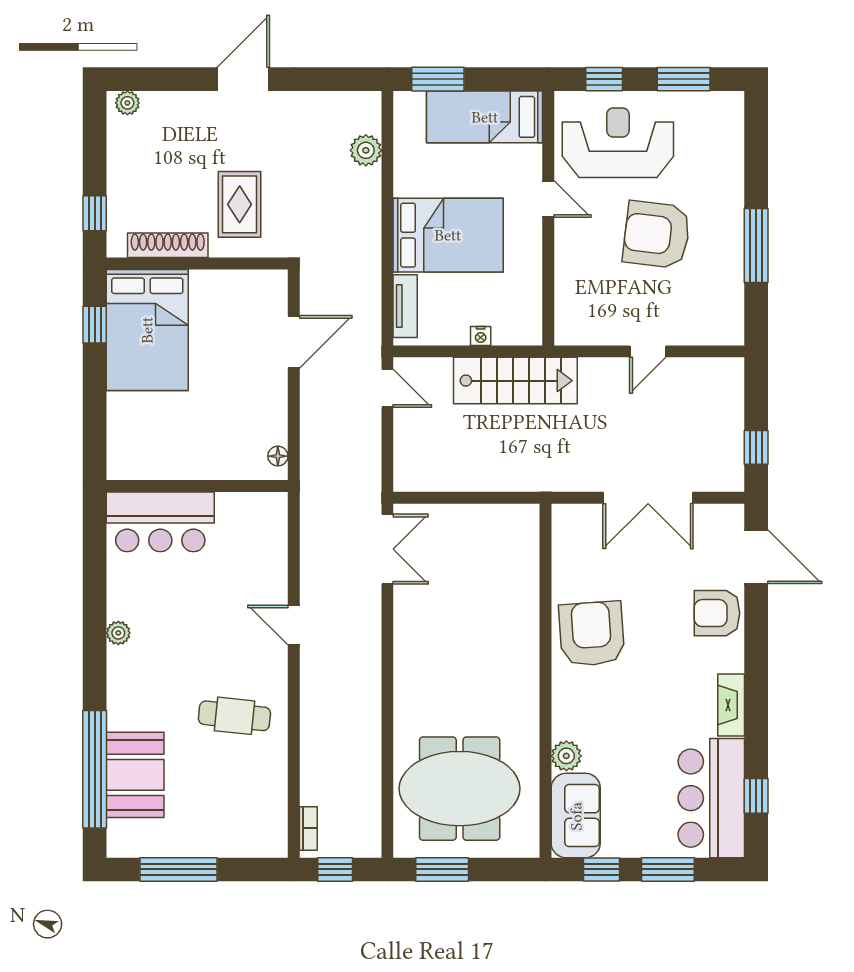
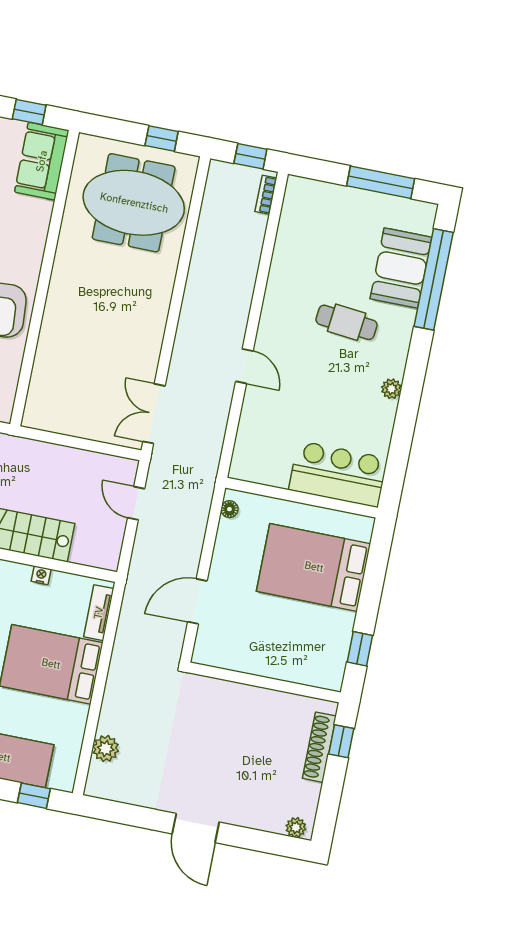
door: (243, 79) -> (196, 828), hinge flipped
window: (438, 79) -> (34, 796), width x0.67
rug: (240, 204) -> (220, 725), removed
shoe rack: (168, 245) -> (319, 747), moved, turned 90
bed: (147, 330) -> (314, 567), moved, turned -90
door: (387, 388) -> (136, 503), moved
cafe table: (234, 716) -> (347, 322), moved
plant: (566, 756) -> (40, 212), removed
window: (442, 869) -> (162, 138), width x0.67

